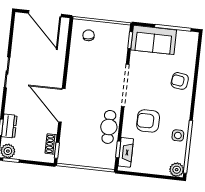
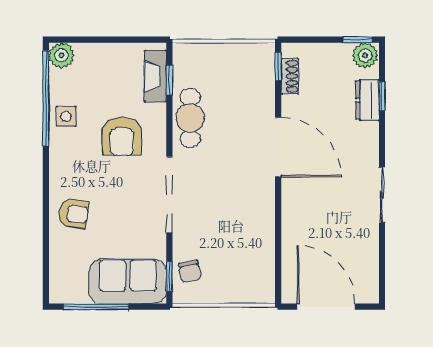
chair: (89, 35) -> (190, 271), moved
armchair: (148, 121) -> (122, 136), turned 90

